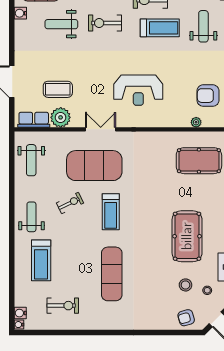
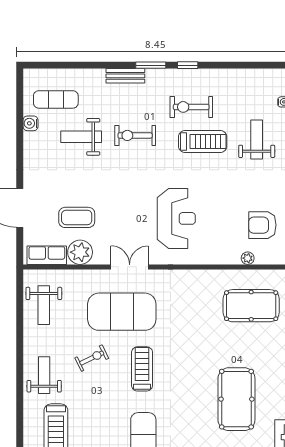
reception desk: (138, 90) -> (176, 218), turned -90
treadmill: (111, 212) -> (142, 369), turned 180

